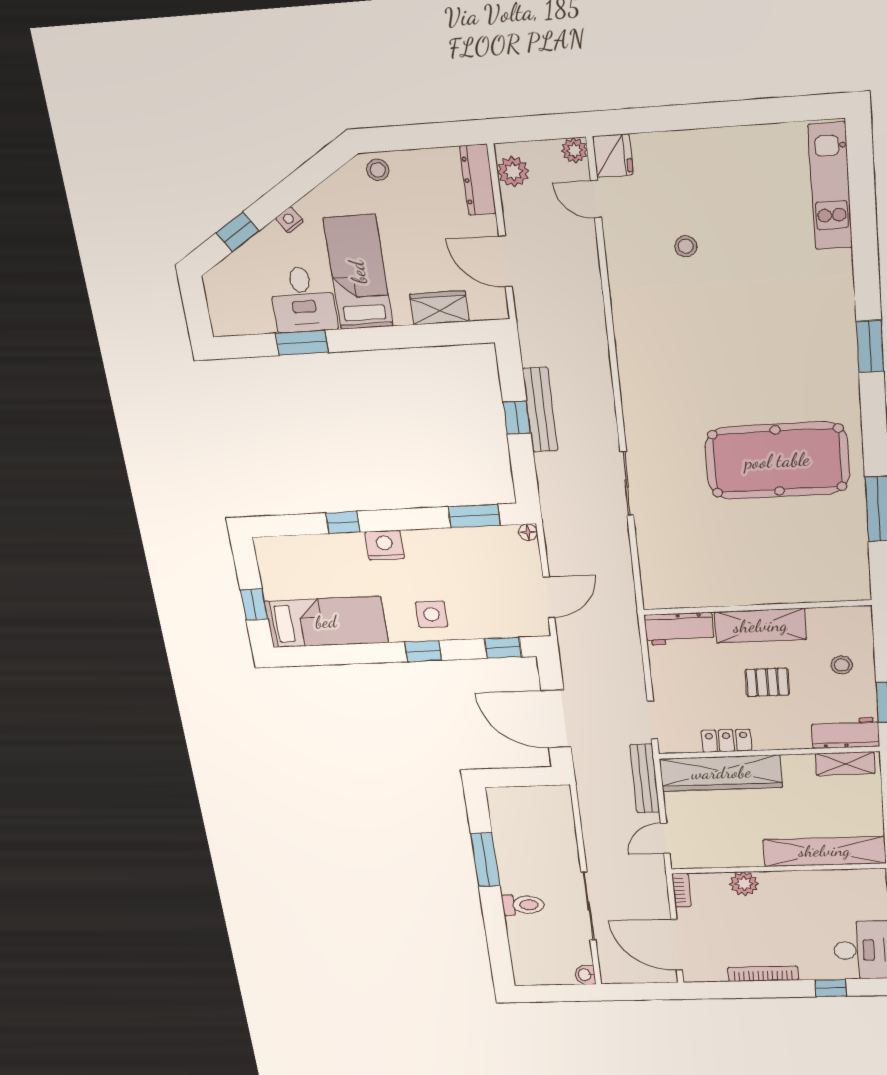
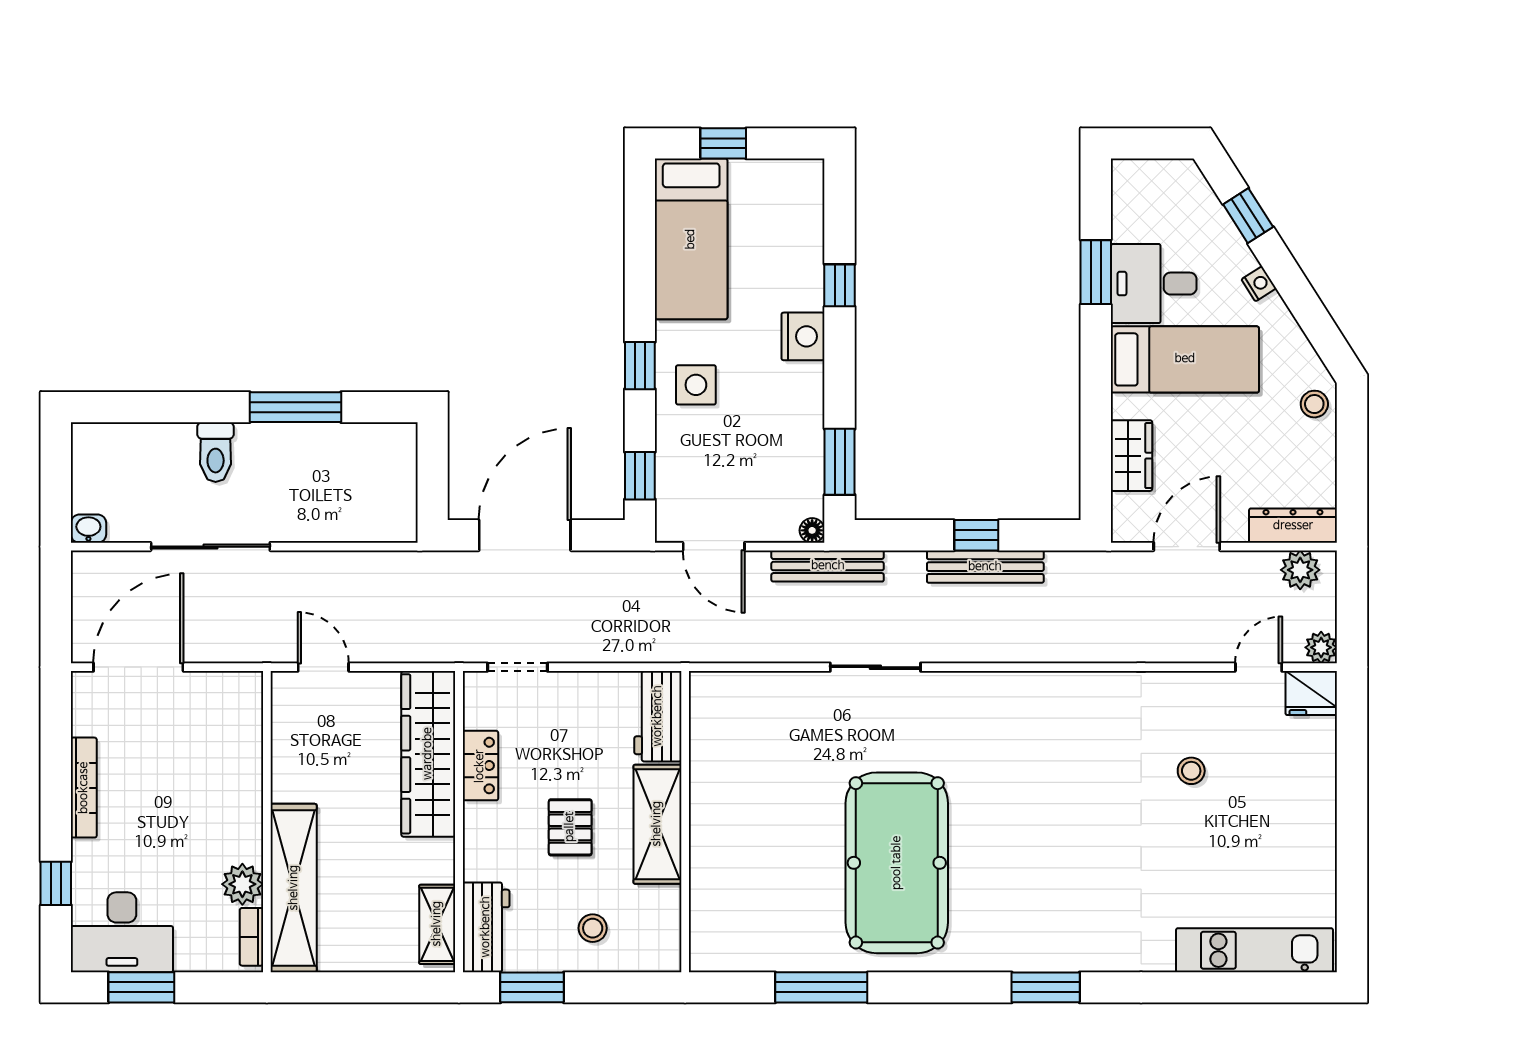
bench: (645, 779) -> (828, 566), moved
plant: (744, 884) -> (242, 884), moved
bookcase: (681, 890) -> (251, 937), moved, turned 90

